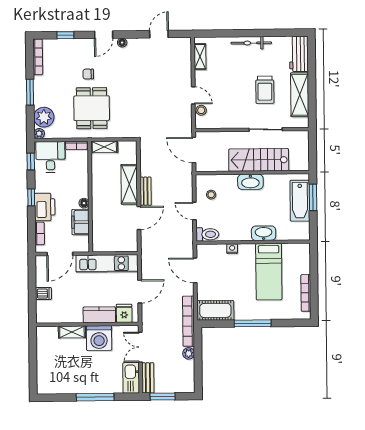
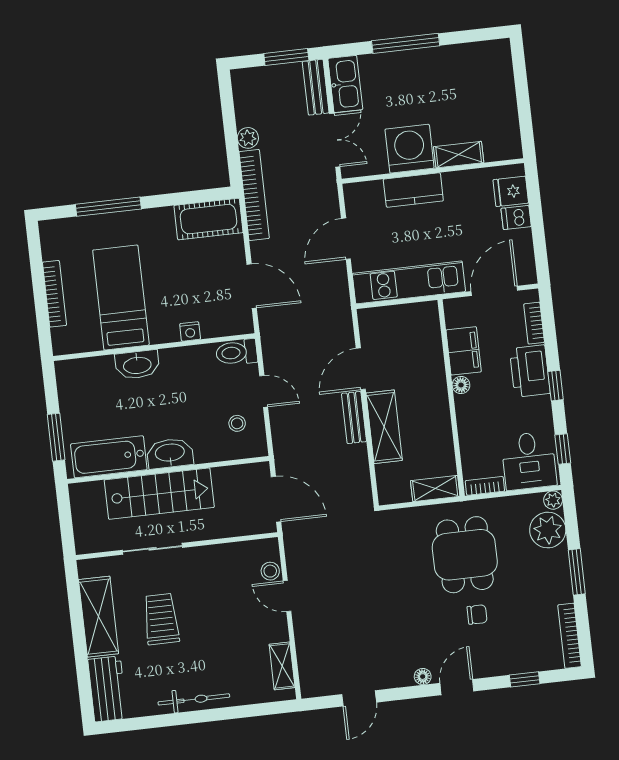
bathtub: (300, 201) -> (109, 457), moved, turned -90
bookcase: (306, 293) -> (54, 294), moved
fridge: (124, 313) -> (511, 191), moved, turned 90
window: (253, 323) -> (108, 207), moved

